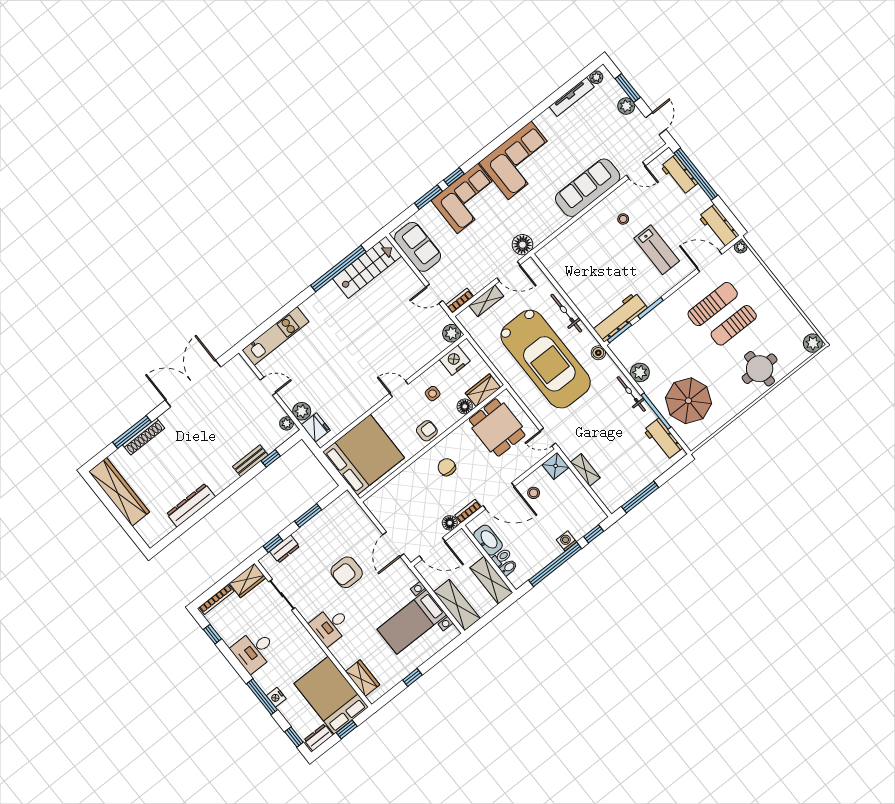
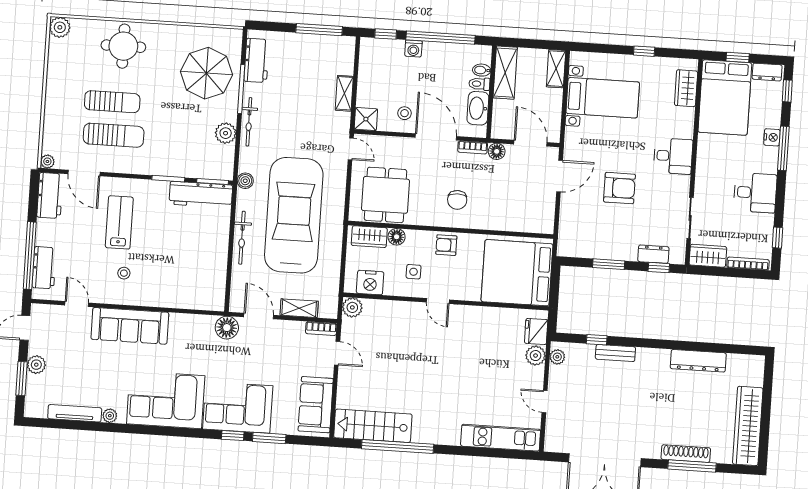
plant: (596, 77) -> (110, 416), moved
sun lounger: (713, 304) -> (114, 135), turned 180
shelving: (457, 605) -> (556, 69), width x0.67, depth x0.75

